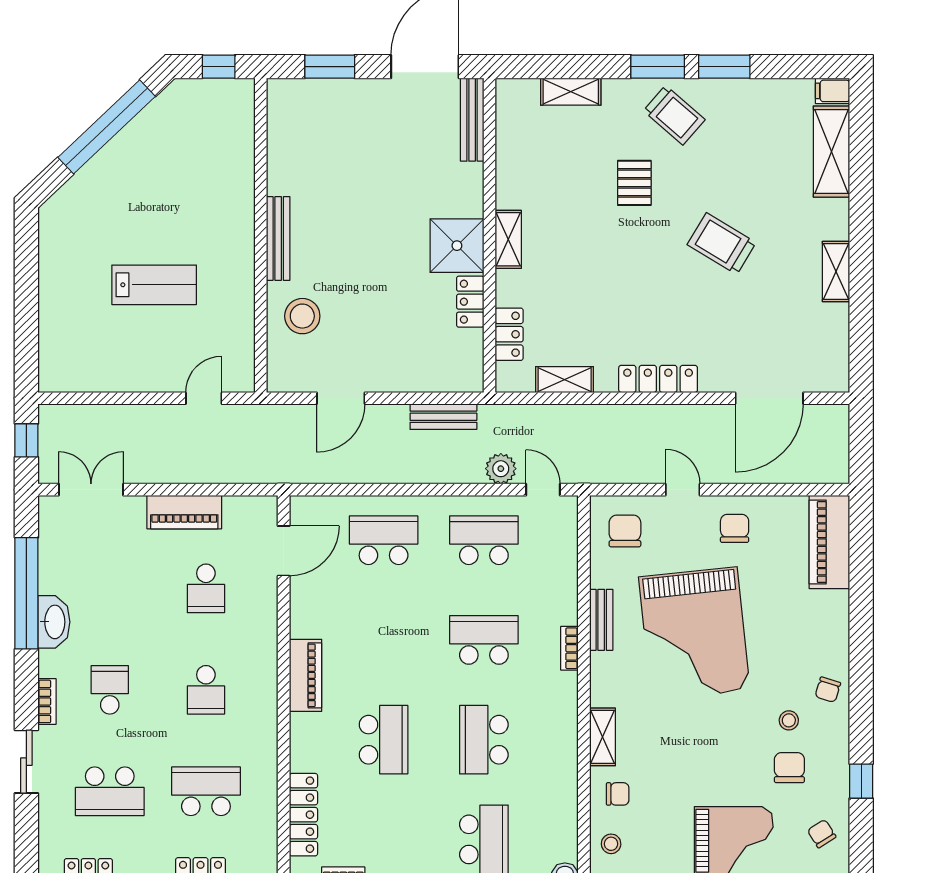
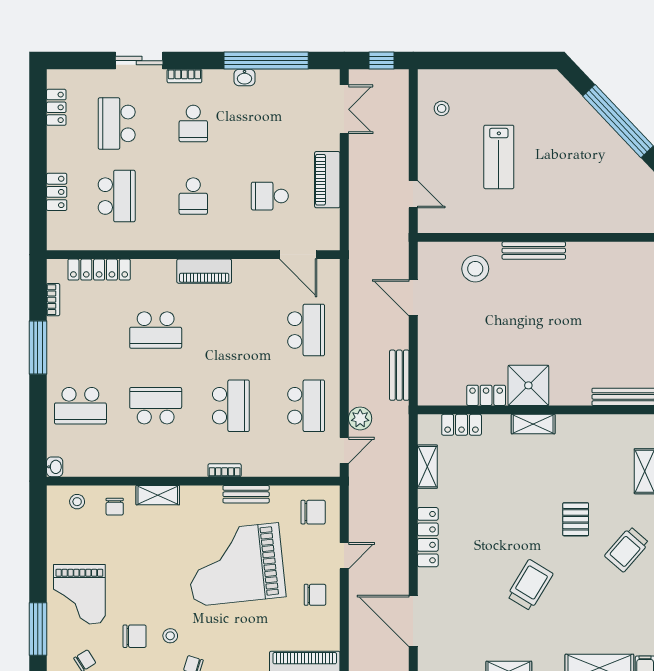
pallet: (634, 183) -> (576, 519), turned 90
stool: (90, 361) -> (442, 108), added
washbasin: (54, 622) -> (244, 78), width x0.52, depth x0.69
school desk: (110, 690) -> (193, 123), turned 90
school desk: (206, 690) -> (193, 196), turned -90

